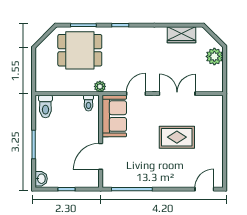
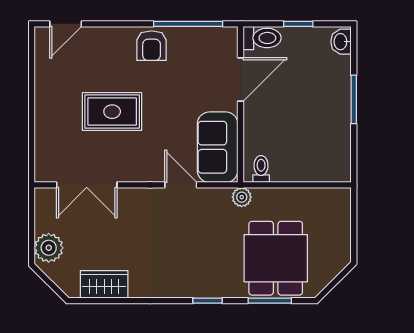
dining table: (80, 50) -> (276, 258), turned 90
door: (136, 94) -> (181, 185), swing flipped
double door: (177, 94) -> (87, 185), moved
toilet: (45, 106) -> (262, 38), moved, turned 90
armchair: (153, 176) -> (152, 46), added

